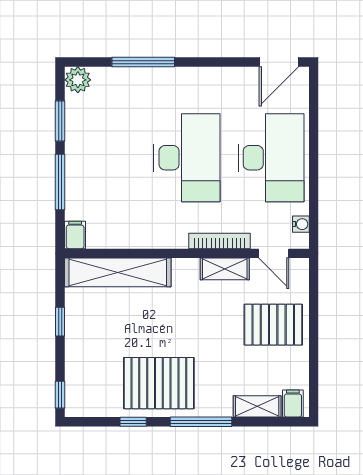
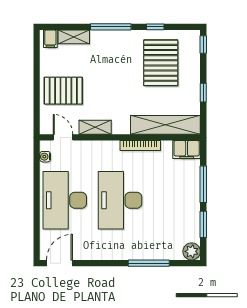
filing cabinet: (75, 235) -> (187, 150), width x2.00
bookcase: (220, 241) -> (140, 146), moved
pallet: (159, 383) -> (161, 63), moved, turned 90

